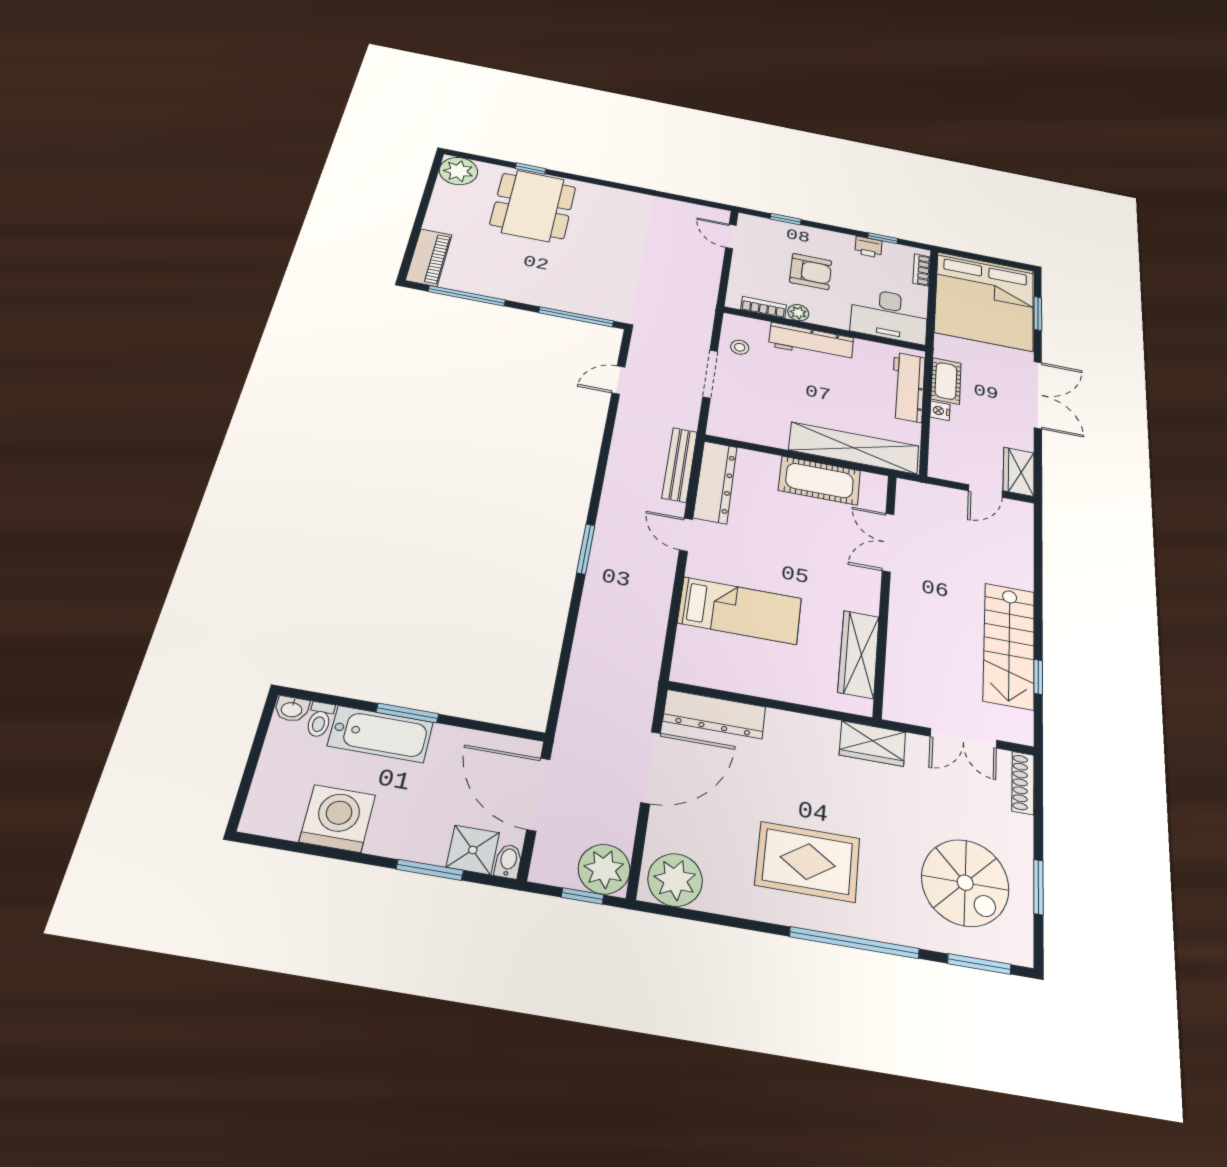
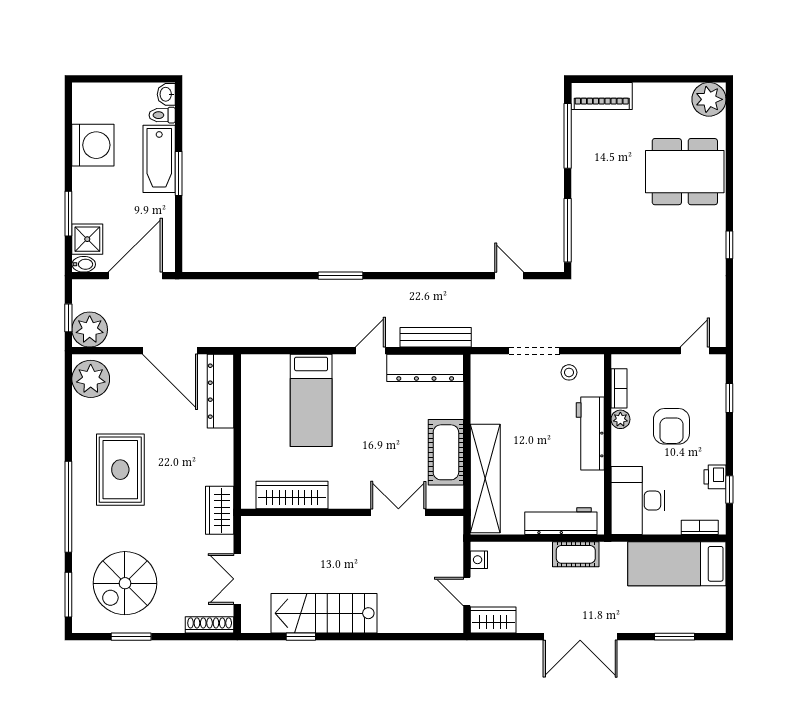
window: (531, 169) -> (729, 245), moved
bed: (984, 301) -> (677, 564), width x0.49
nightstand: (940, 411) -> (479, 560), moved, turned -90

